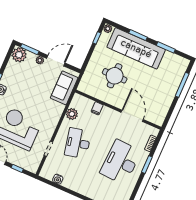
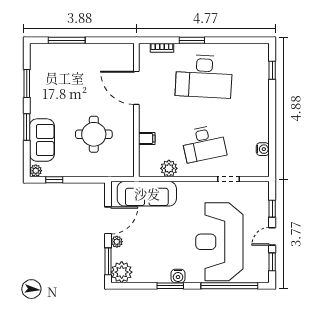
sofa: (136, 48) -> (42, 140), width x0.54, depth x0.79
door: (56, 61) -> (108, 220), swing flipped
sofa: (64, 88) -> (147, 194), width x1.36
door: (132, 116) -> (136, 88), hinge flipped

